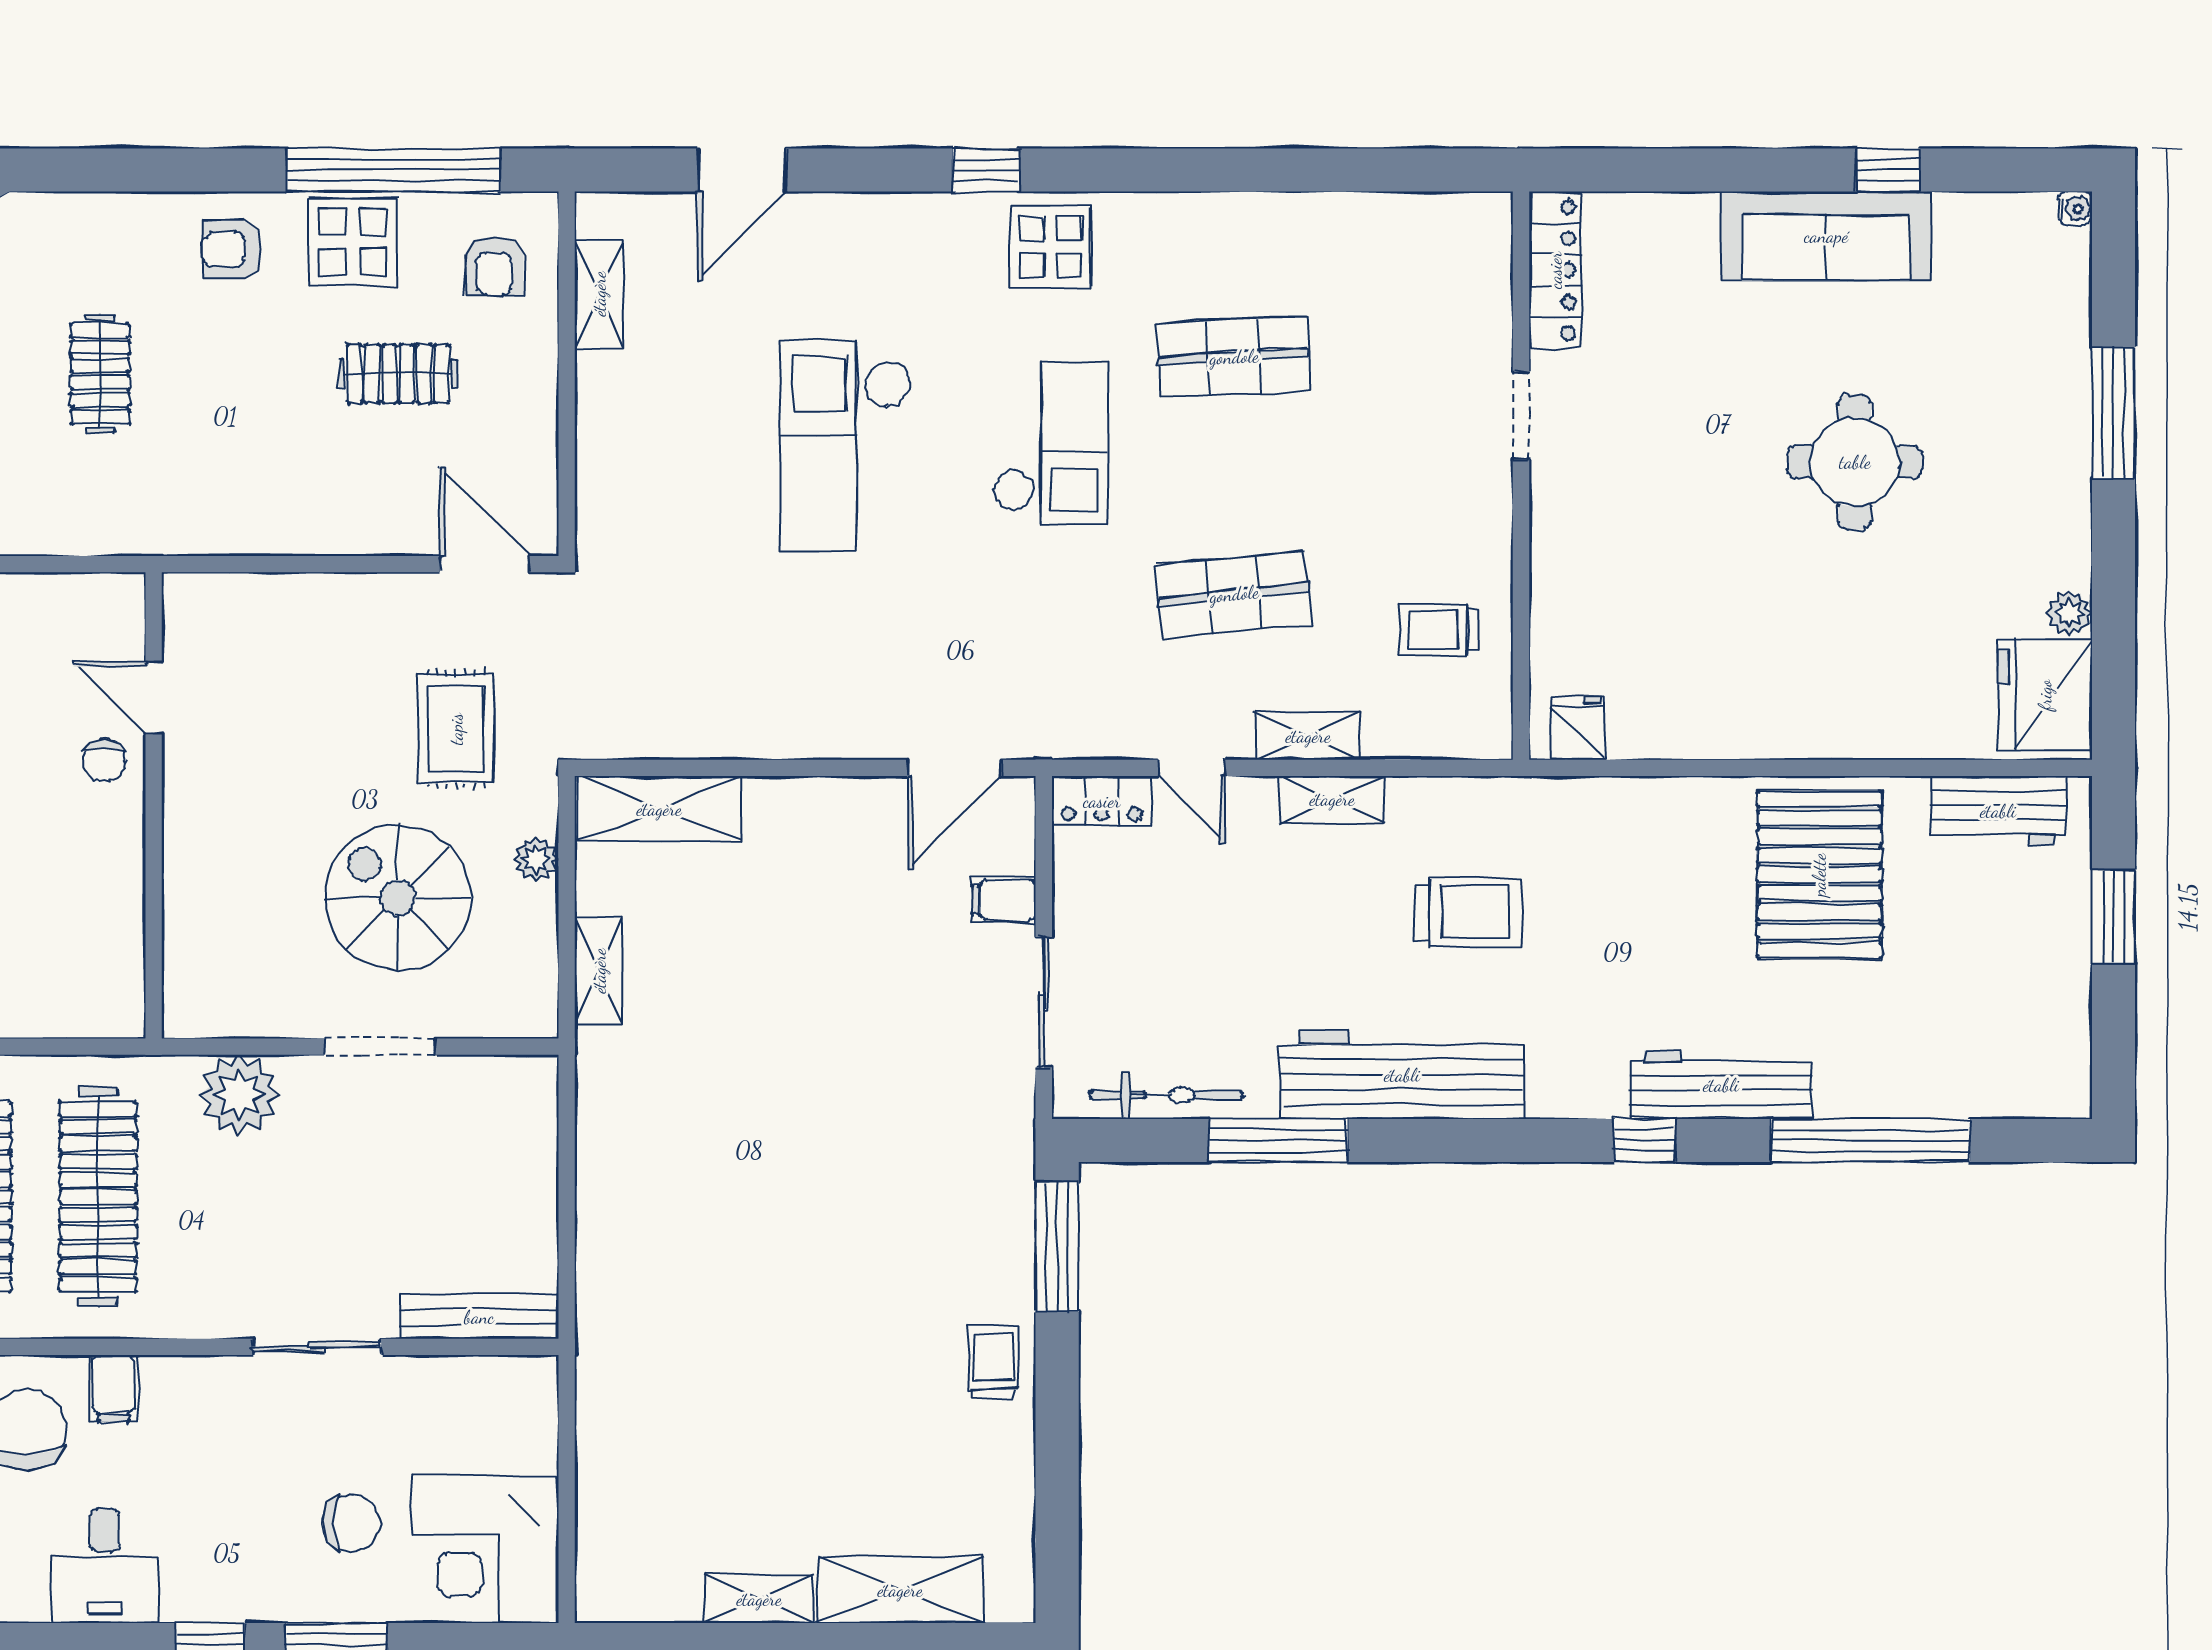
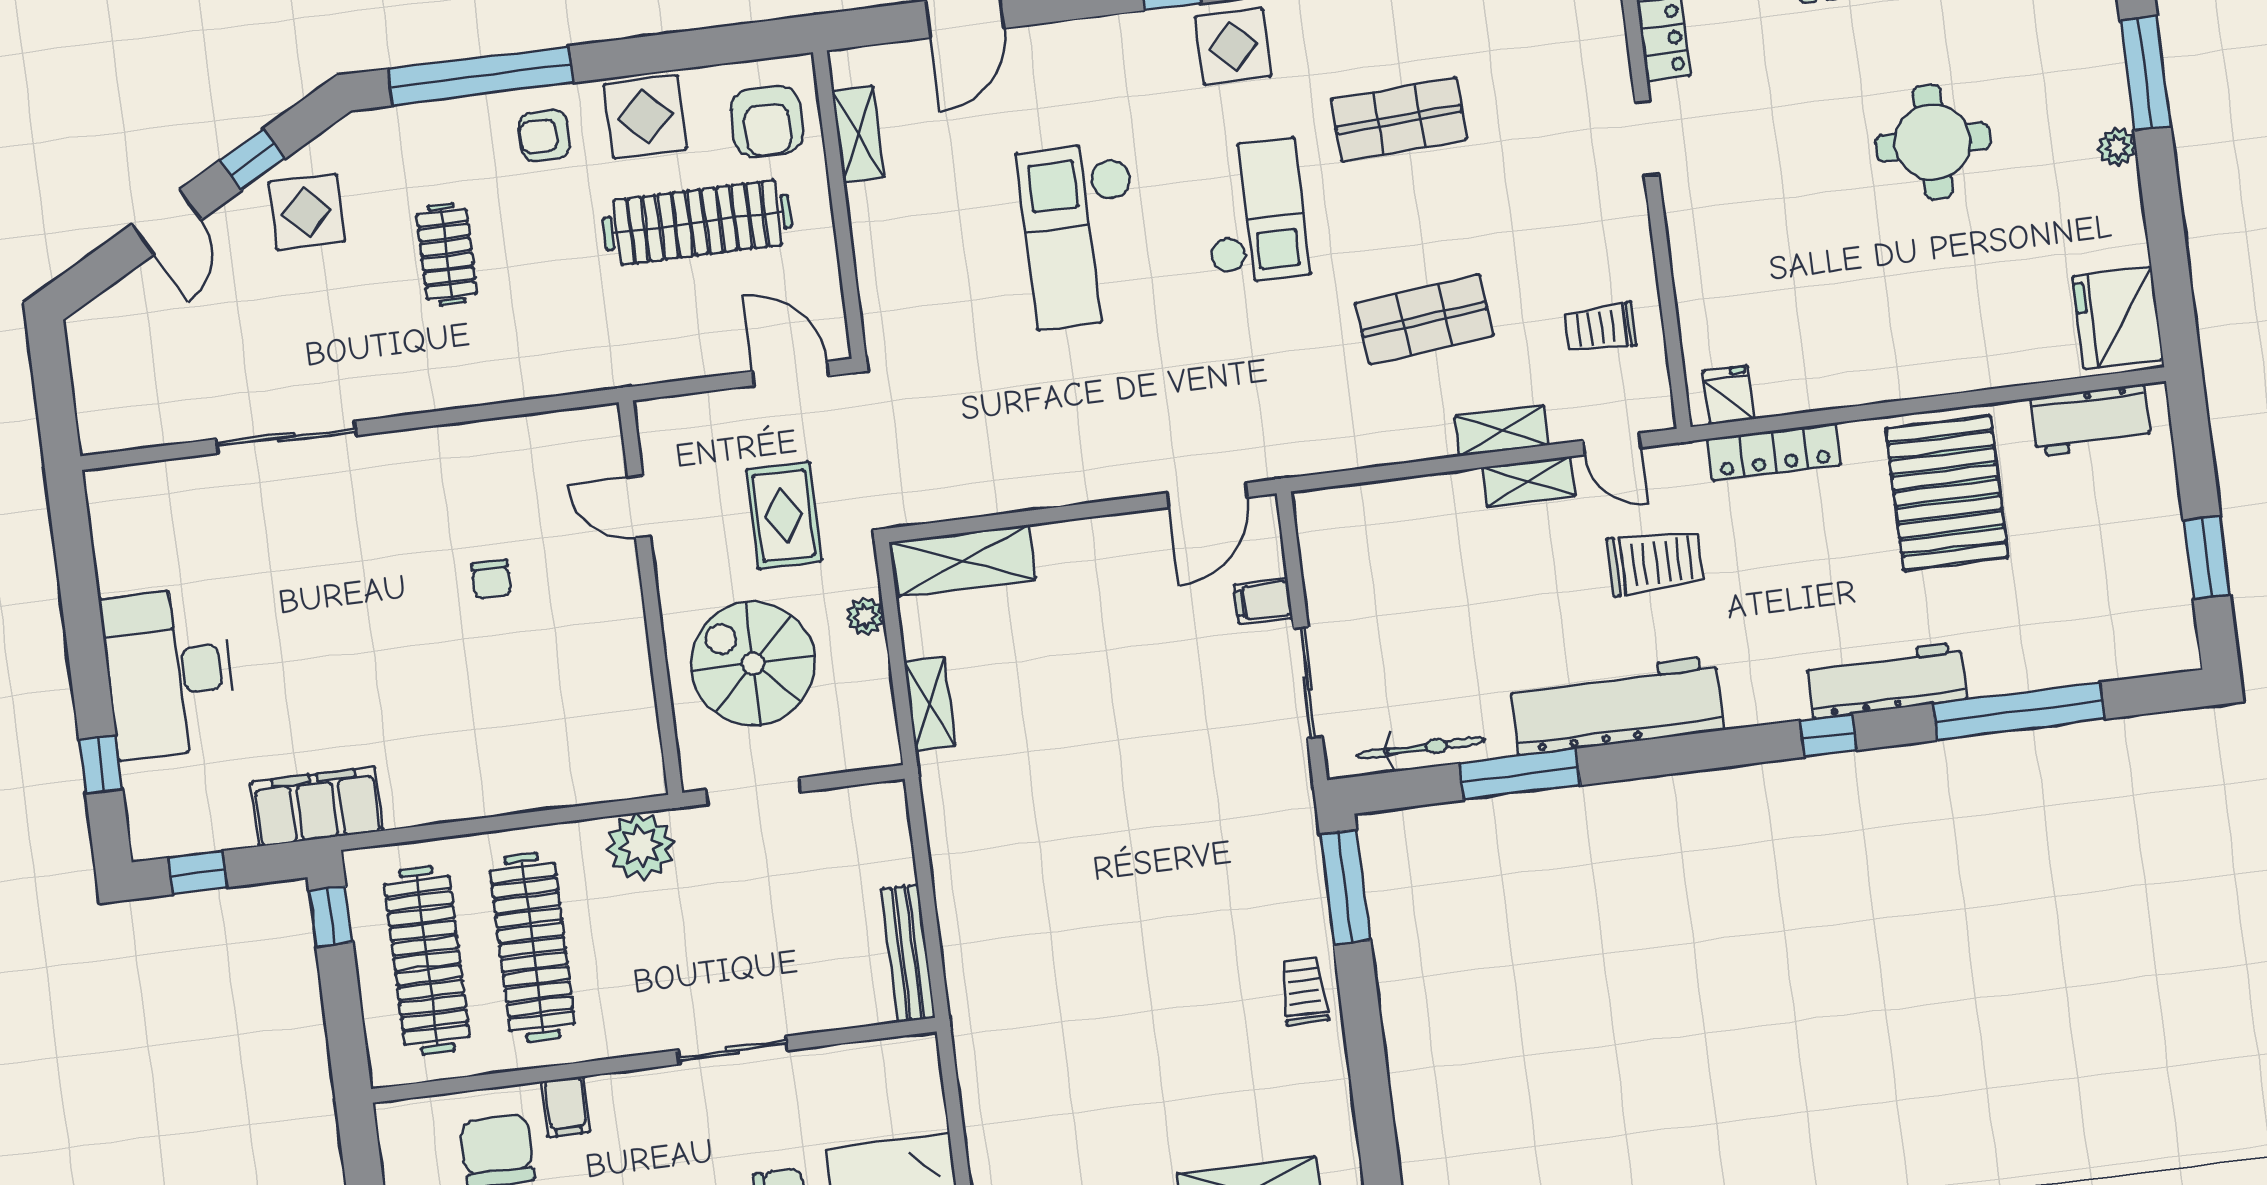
window: (394, 170) -> (481, 76), moved
armchair: (494, 266) -> (767, 121), width x1.38, depth x1.38
clothes rail: (398, 374) -> (698, 223), width x1.86, depth x1.31
plant: (2069, 613) -> (2117, 147), moved
door: (154, 698) -> (639, 507), moved
door: (1192, 768) -> (1612, 444), moved
locker: (1102, 801) -> (1774, 452), moved, width x1.53
wall: (154, 805) -> (651, 598), moved
window: (2113, 917) -> (2207, 558), moved
bench: (479, 1317) -> (908, 953), moved, turned 90

